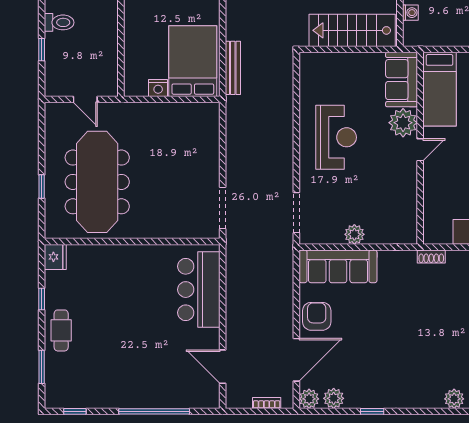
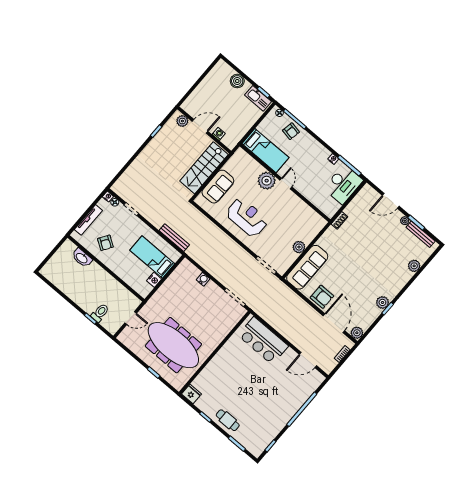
toilet: (59, 22) -> (100, 313), moved
bed: (193, 61) -> (152, 257), width x0.67
sofa: (402, 80) -> (218, 187), moved, turned -90
water cooler: (212, 149) -> (203, 279), added
armchair: (317, 316) -> (322, 297), turned 180
plant: (334, 398) -> (382, 302), moved

